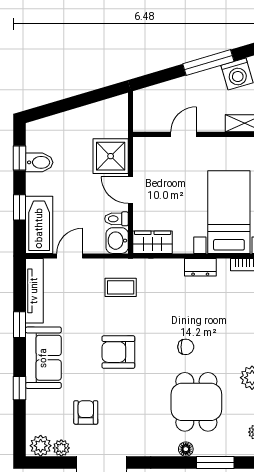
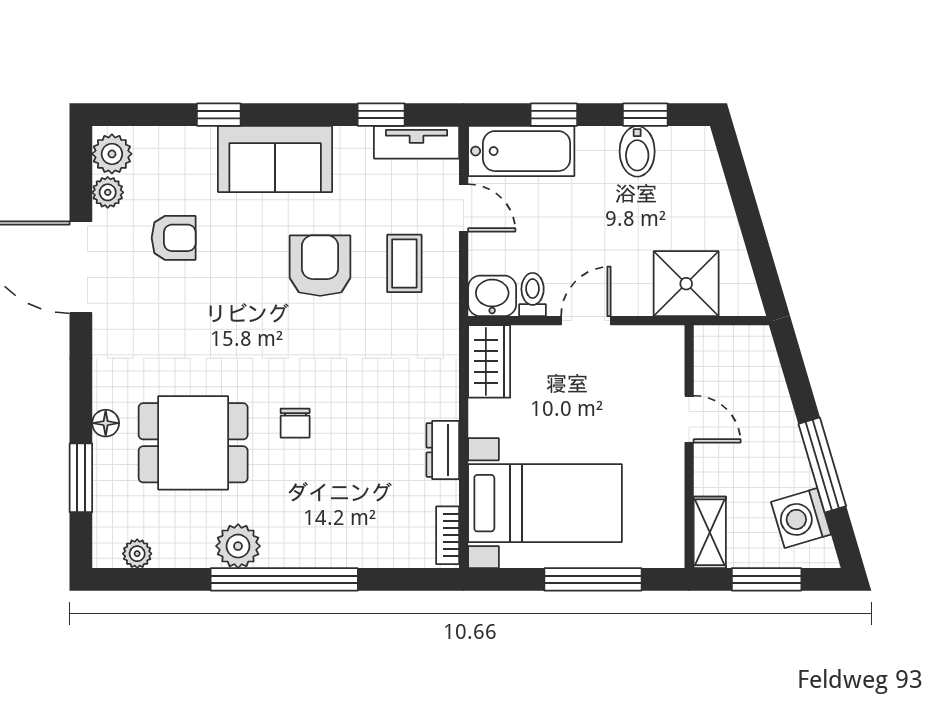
shower: (111, 156) -> (686, 284), moved
coffee table: (121, 287) -> (404, 263), moved
tv unit: (34, 291) -> (417, 142), width x0.71
window: (19, 325) -> (381, 115), moved
armchair: (118, 352) -> (320, 266), moved

